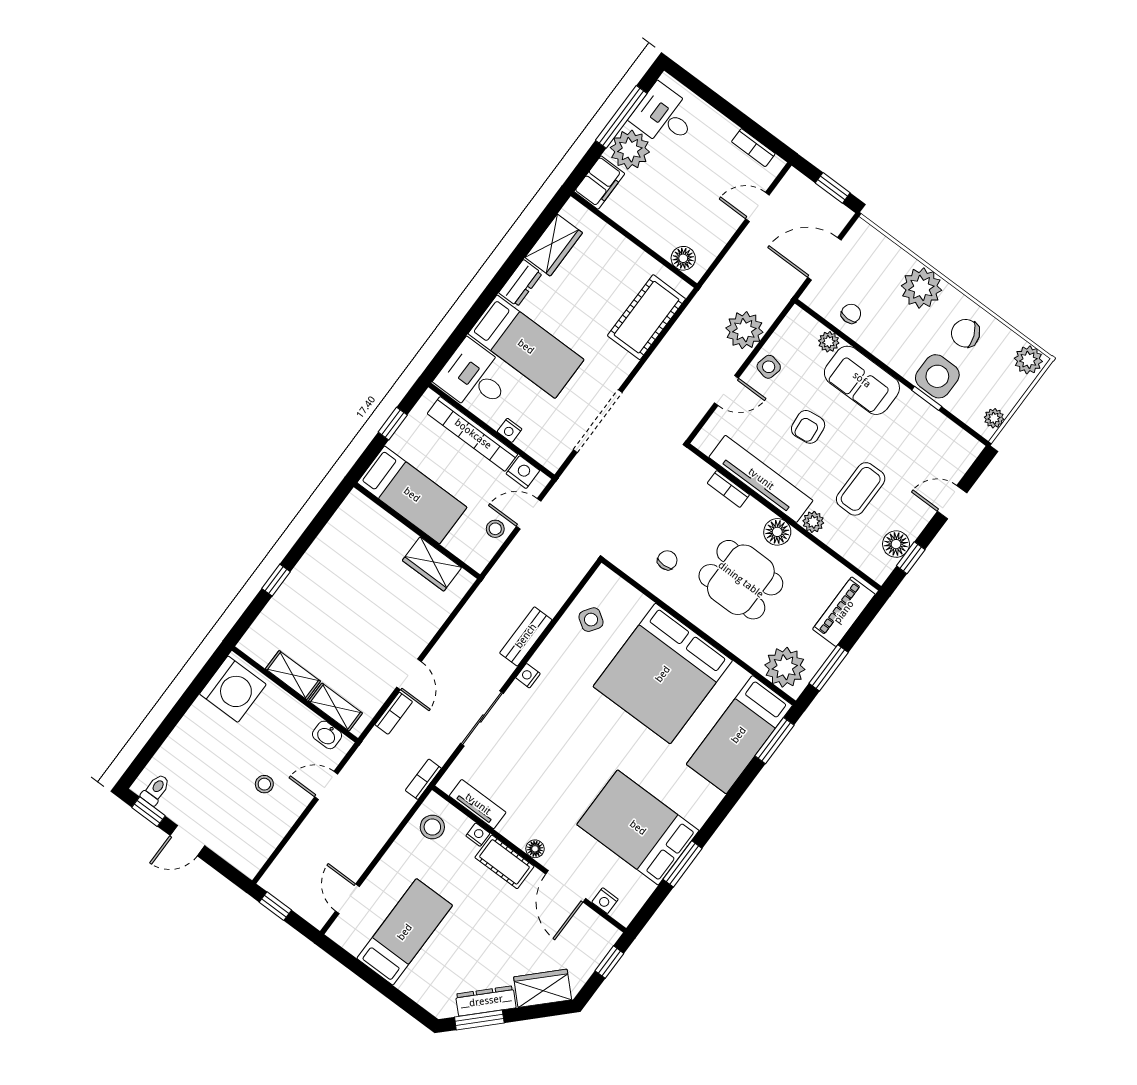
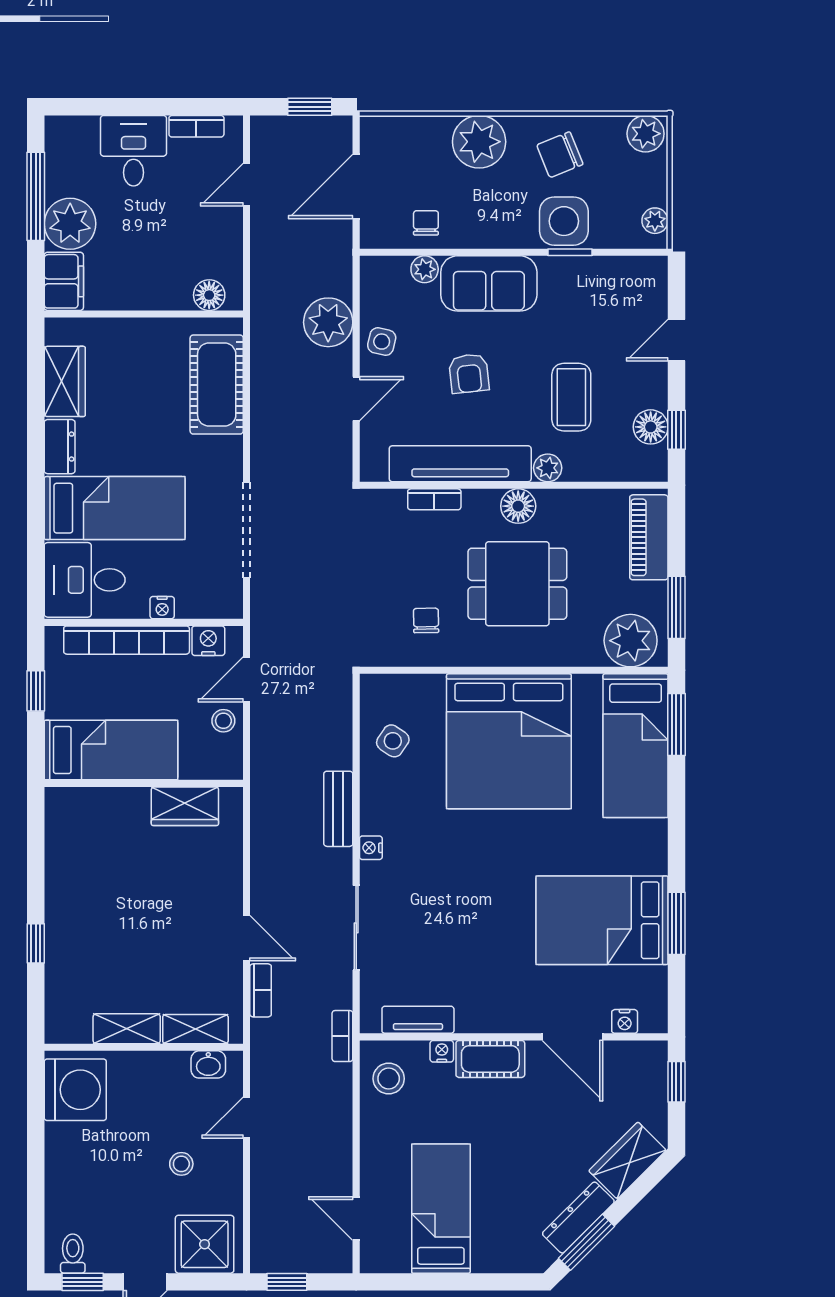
desk: (664, 116) -> (133, 151), moved, turned 90
shower: (242, 845) -> (205, 1244), added
floor lamp: (535, 849) -> (512, 1022), removed

